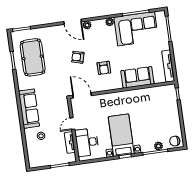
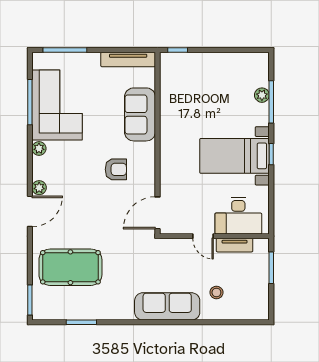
pool table: (33, 57) -> (70, 267), moved
armchair: (78, 57) -> (91, 211), removed
chair: (175, 141) -> (257, 66), removed

